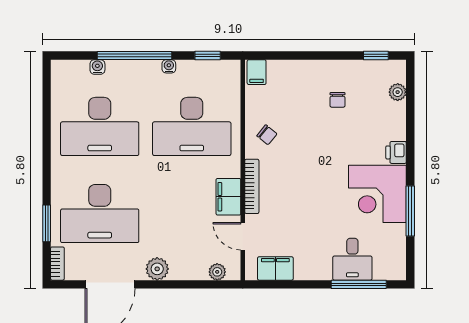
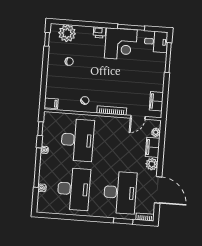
plant: (398, 92) -> (67, 33), width x1.87, depth x1.87
filing cabinet: (228, 197) -> (153, 147), moved, turned 90
desk: (352, 259) -> (156, 42), moved

